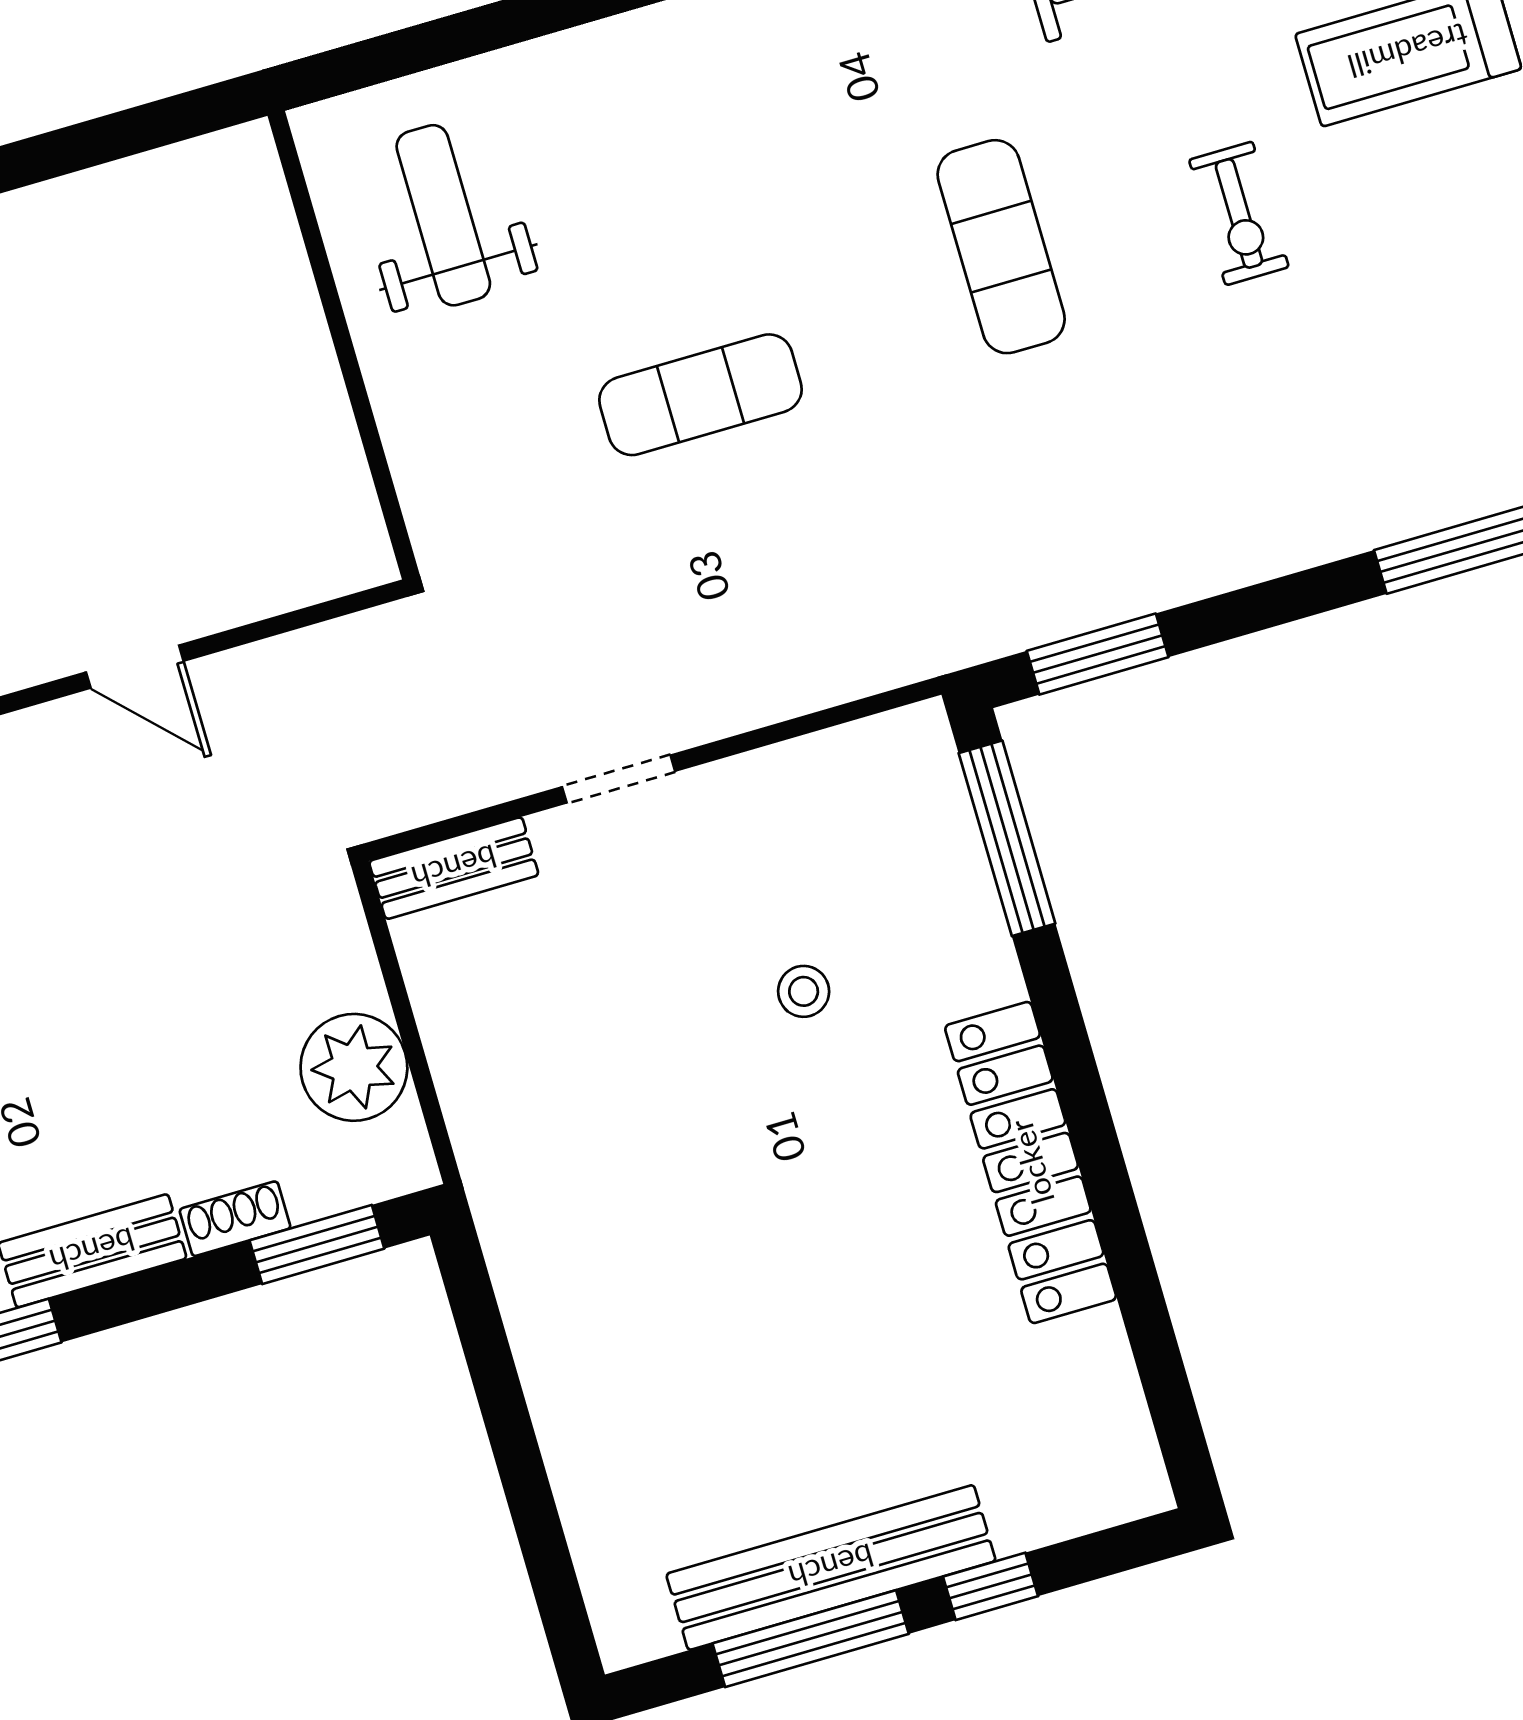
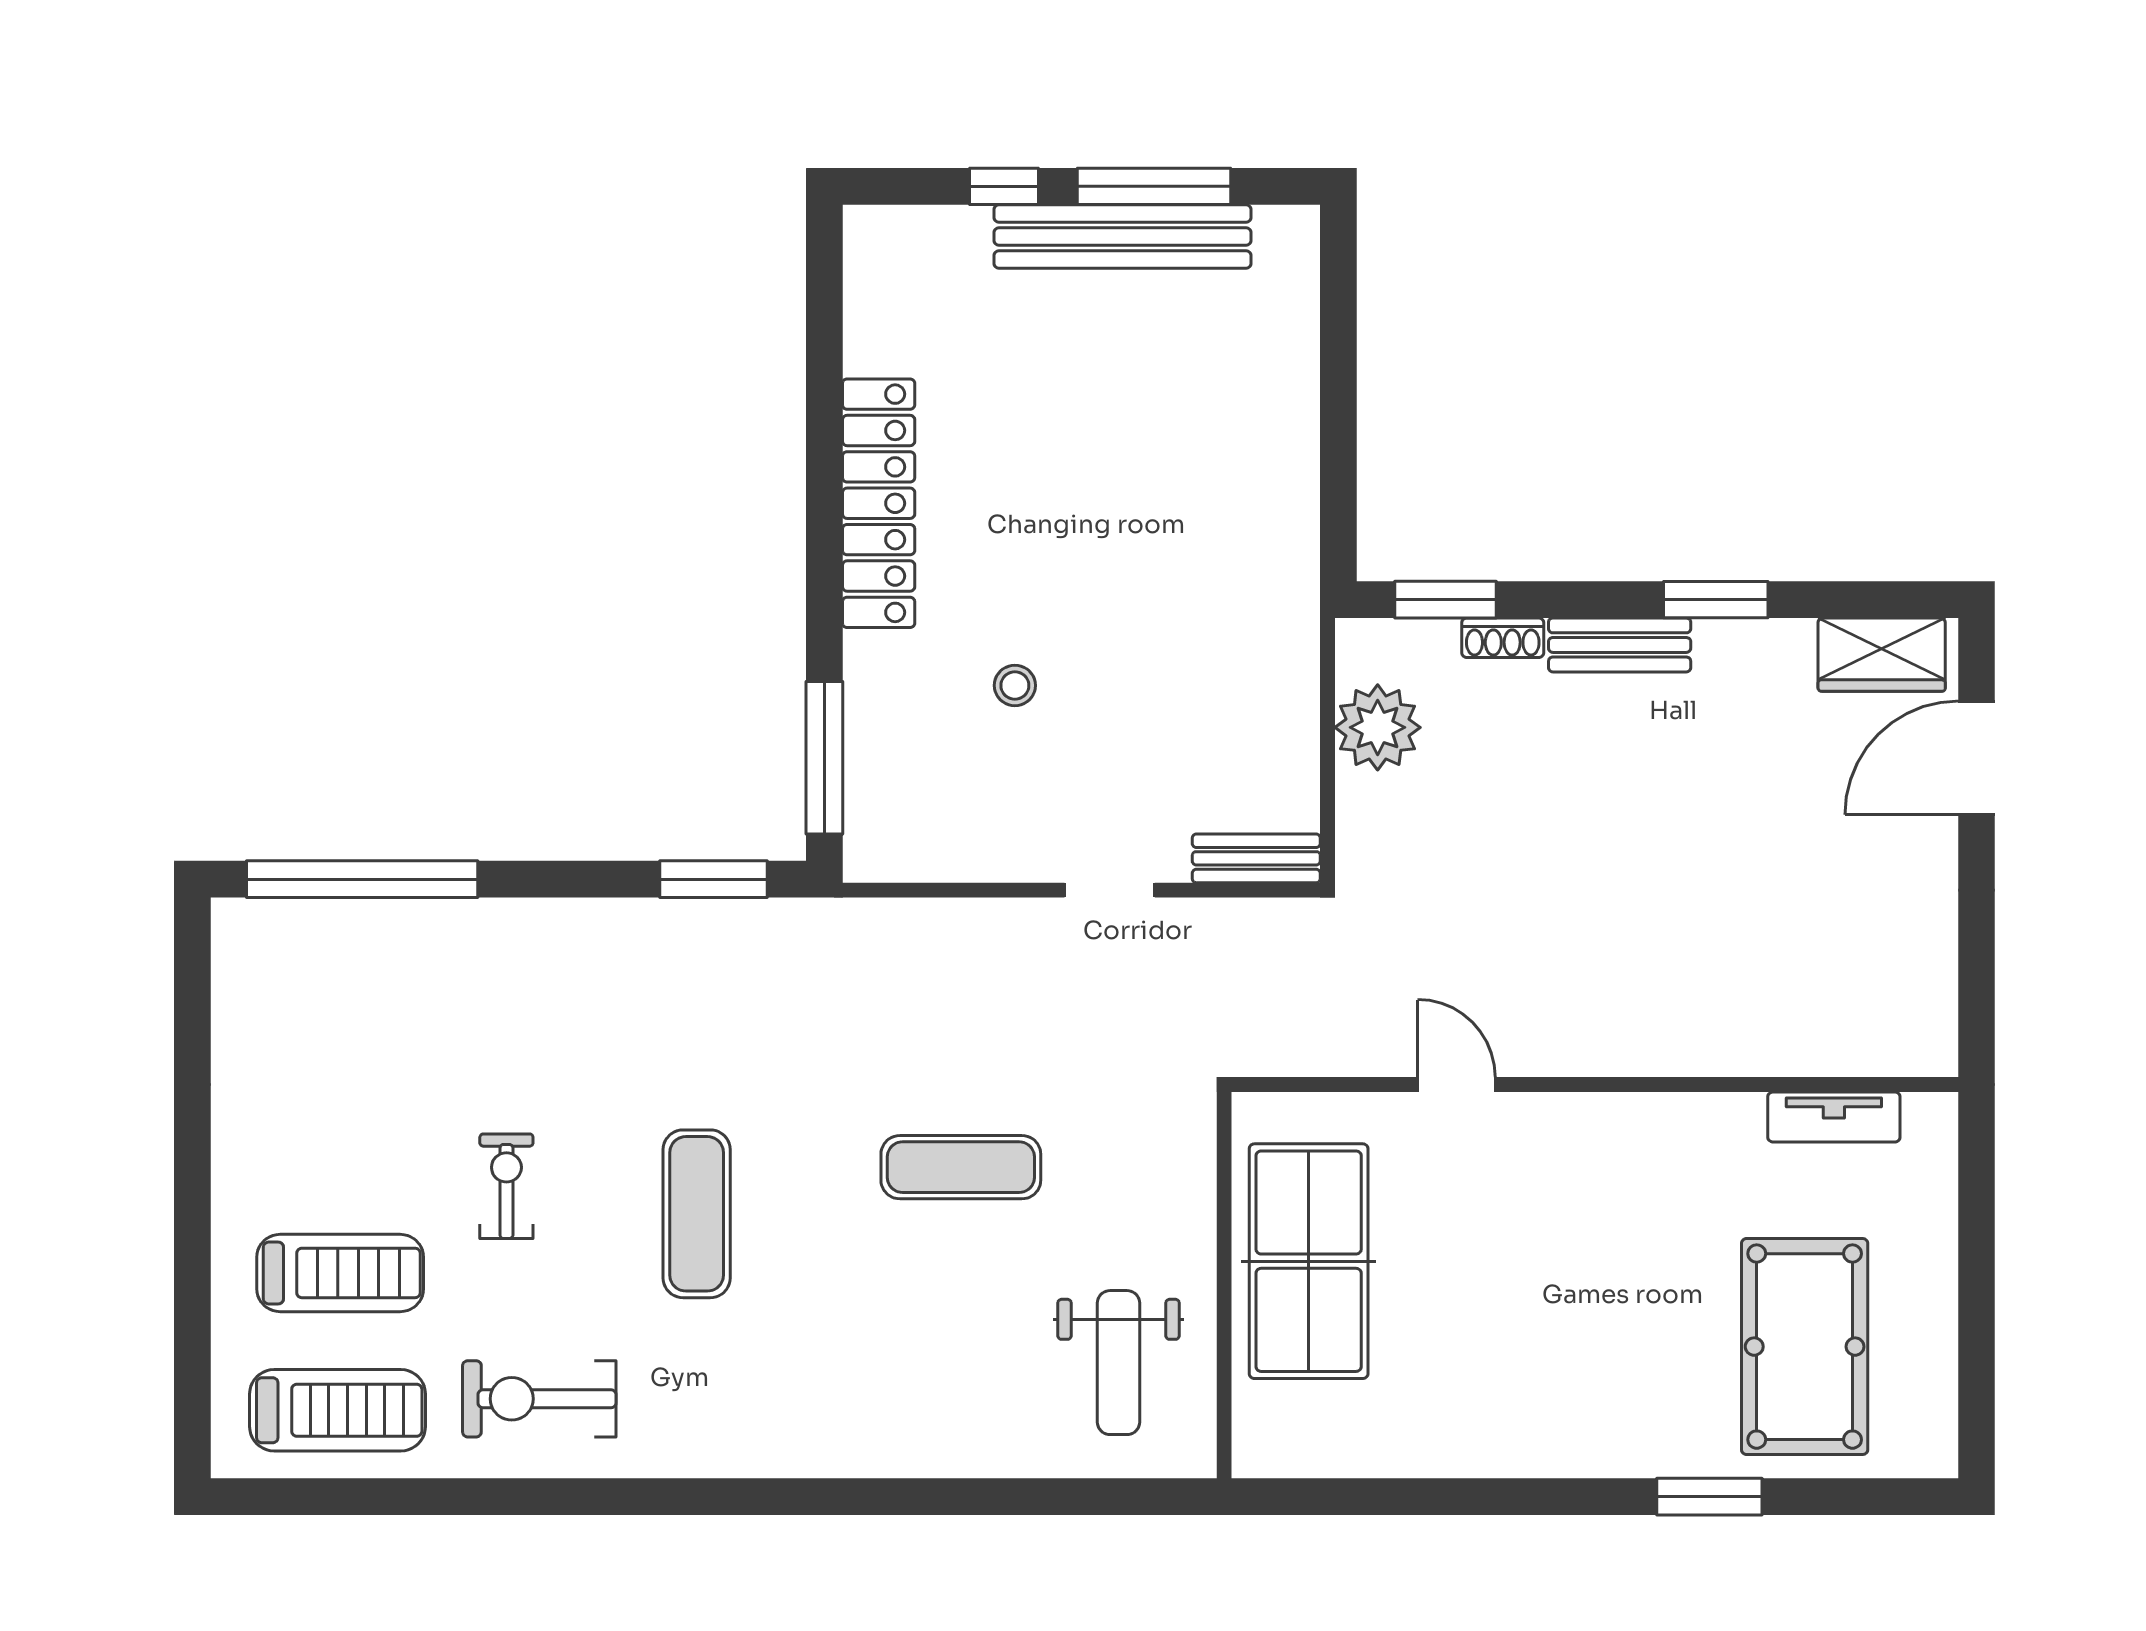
table tennis table: (251, 403) -> (1309, 1261), added

